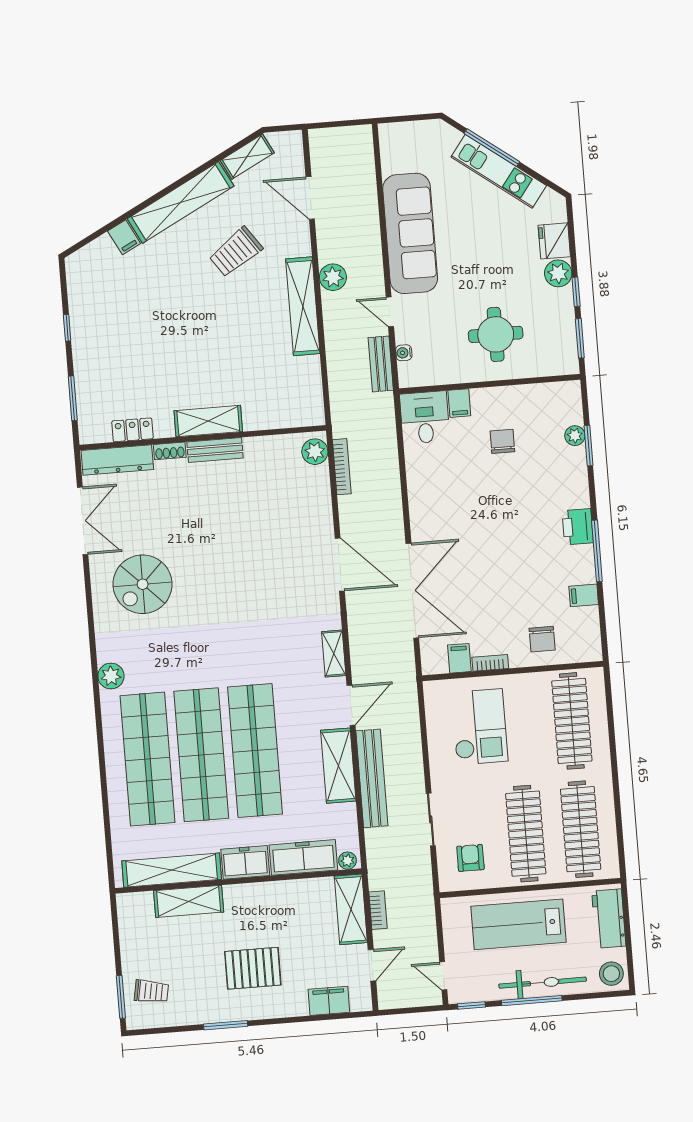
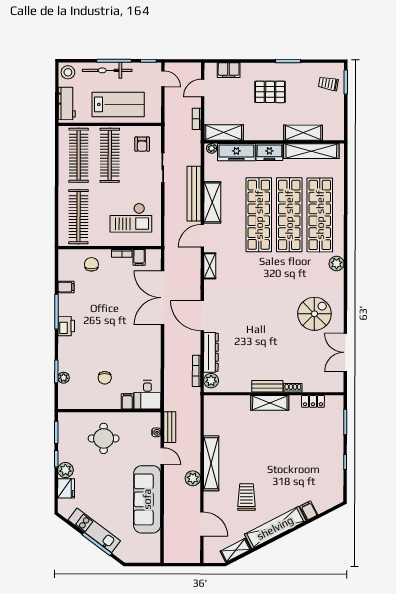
trolley: (236, 252) -> (246, 497), turned -55
dresser: (117, 460) -> (211, 352), moved, turned 90
checkout: (480, 727) -> (131, 218), turned -90
shelving: (351, 909) -> (224, 132), moved, turned 90

